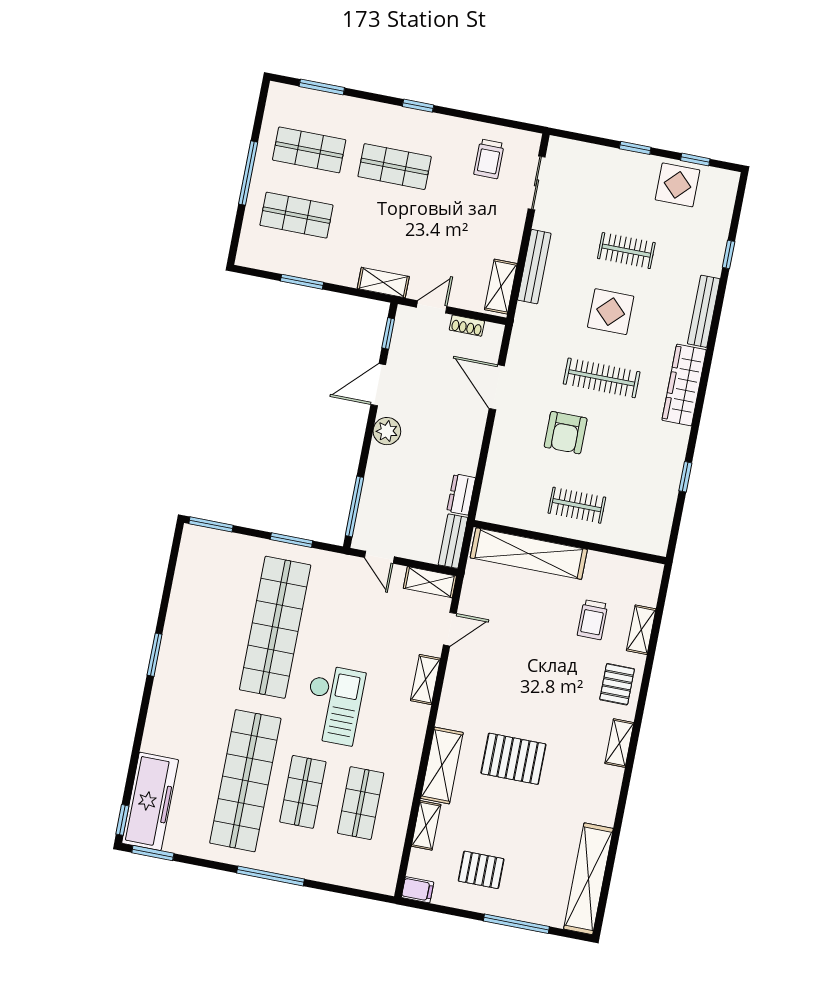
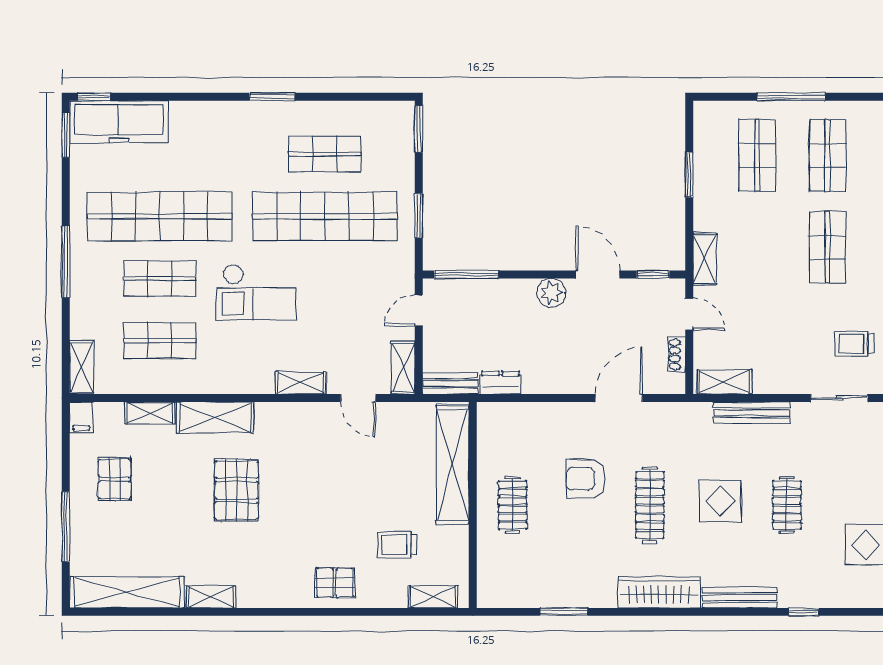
window: (685, 477) -> (564, 612), width x1.50
shop shelf: (217, 616) -> (325, 154), added
shelving: (641, 630) -> (433, 597), moved
shelving: (619, 743) -> (211, 597), moved
shelving: (372, 880) -> (82, 368), added

